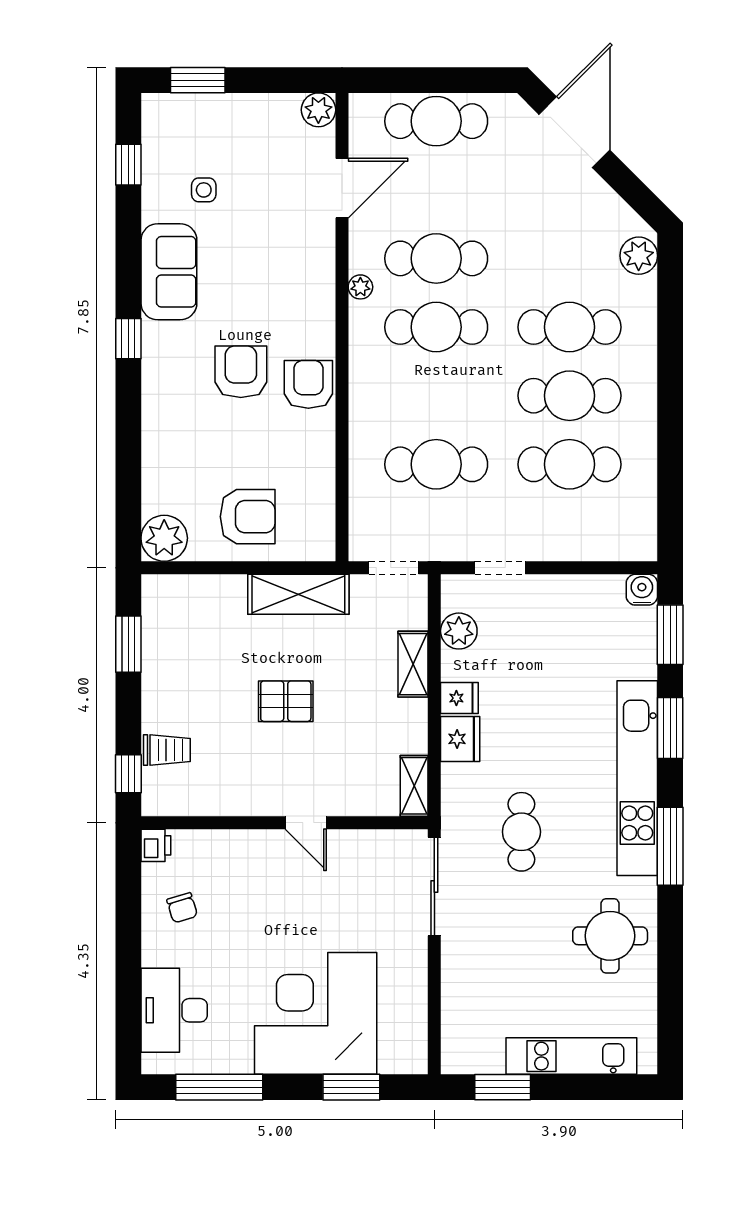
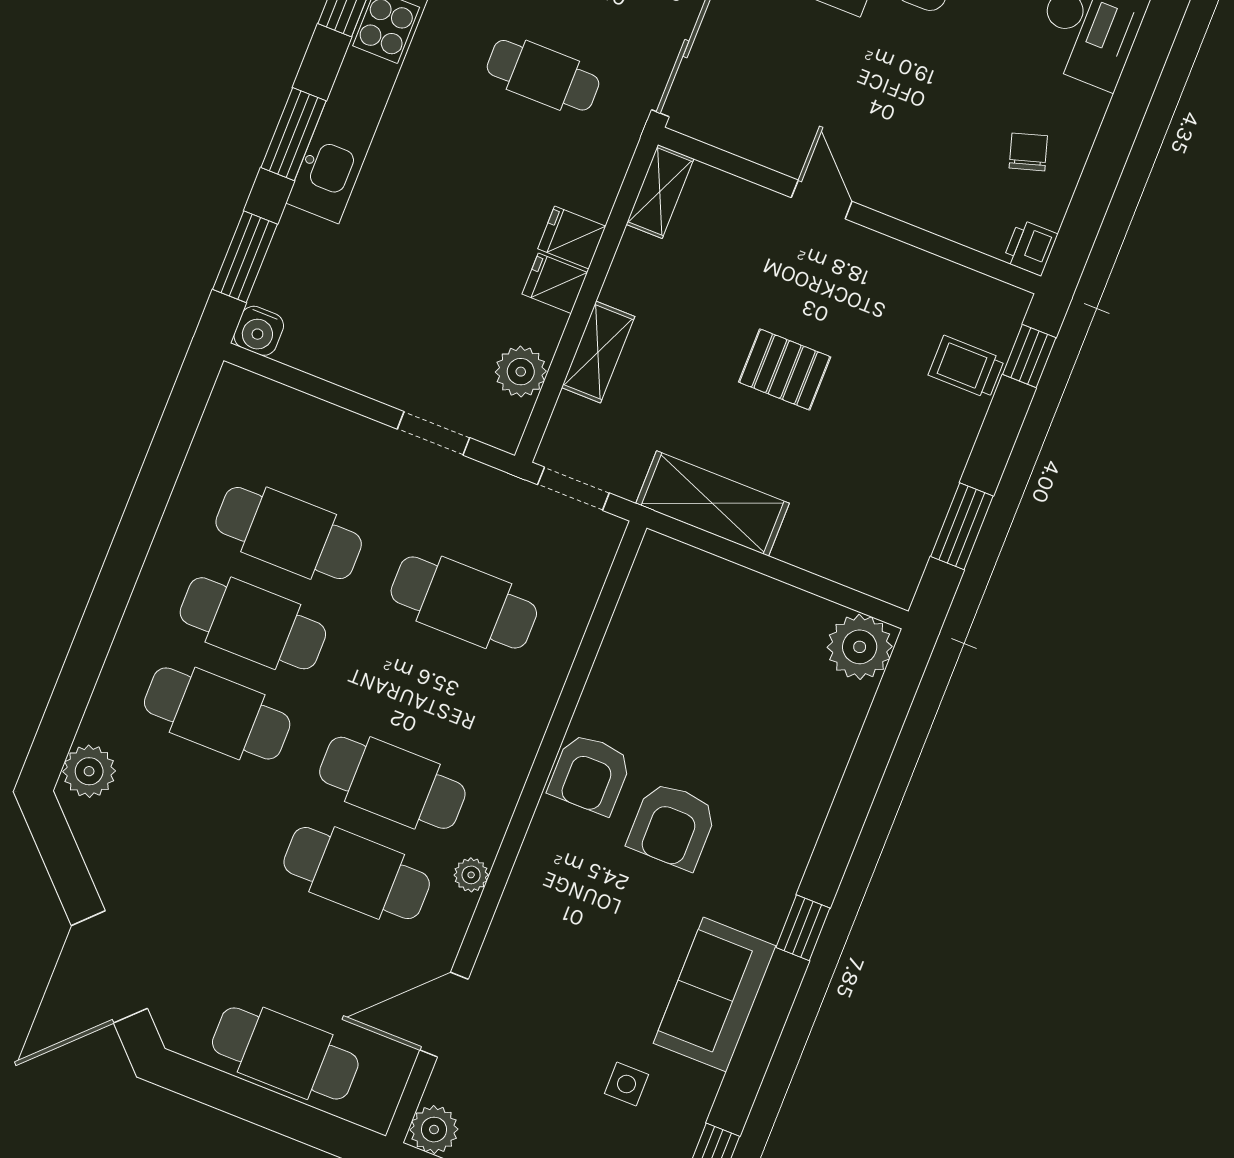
armchair: (248, 517) -> (739, 632), removed
fridge: (460, 739) -> (572, 237), width x0.72
cafe table: (521, 832) -> (543, 75), turned 90

